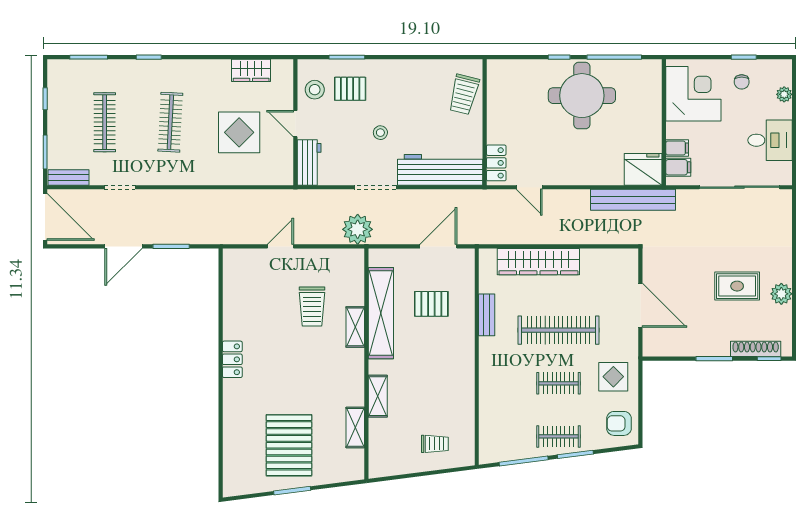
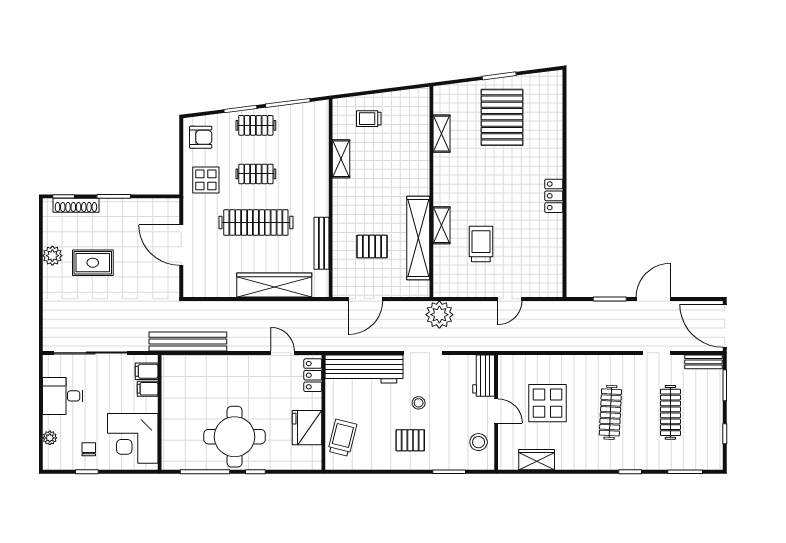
pallet: (350, 89) -> (410, 440), moved
fridge: (643, 169) -> (307, 428), moved, turned 90
bench: (487, 315) -> (321, 243), width x1.36
shelving: (378, 396) -> (341, 159), moved

